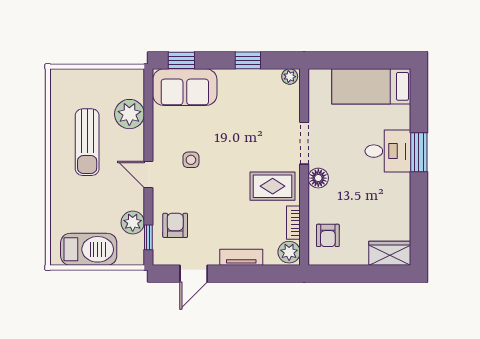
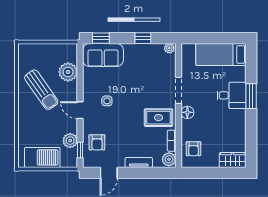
sun lounger: (87, 142) -> (41, 90), turned -35
armchair: (175, 225) -> (97, 142), turned 180

